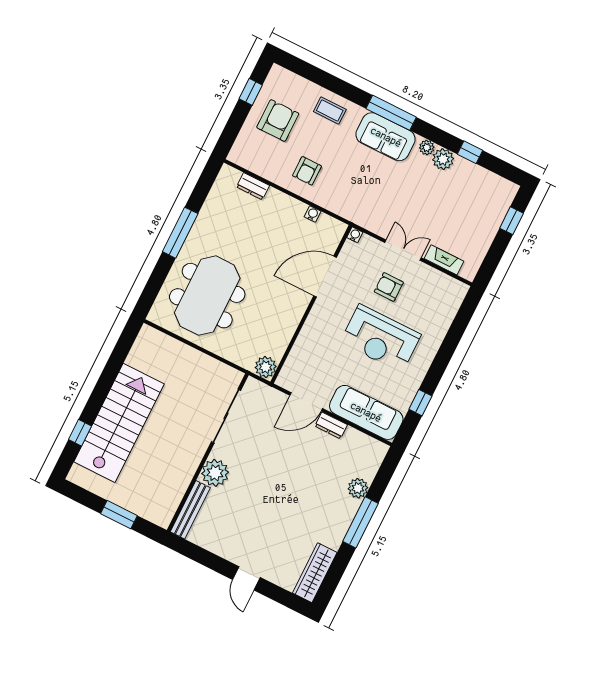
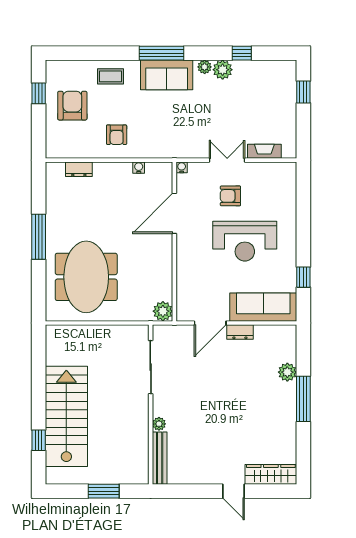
plant: (215, 473) -> (159, 424), width x0.53, depth x0.53
wardrobe: (315, 573) -> (271, 474), moved, turned 90

